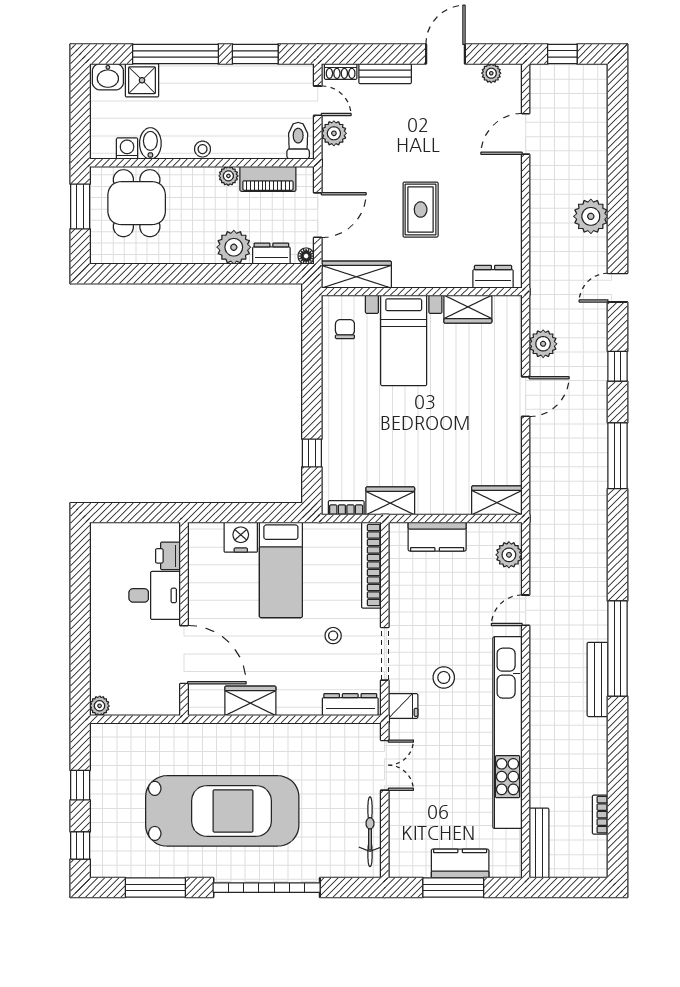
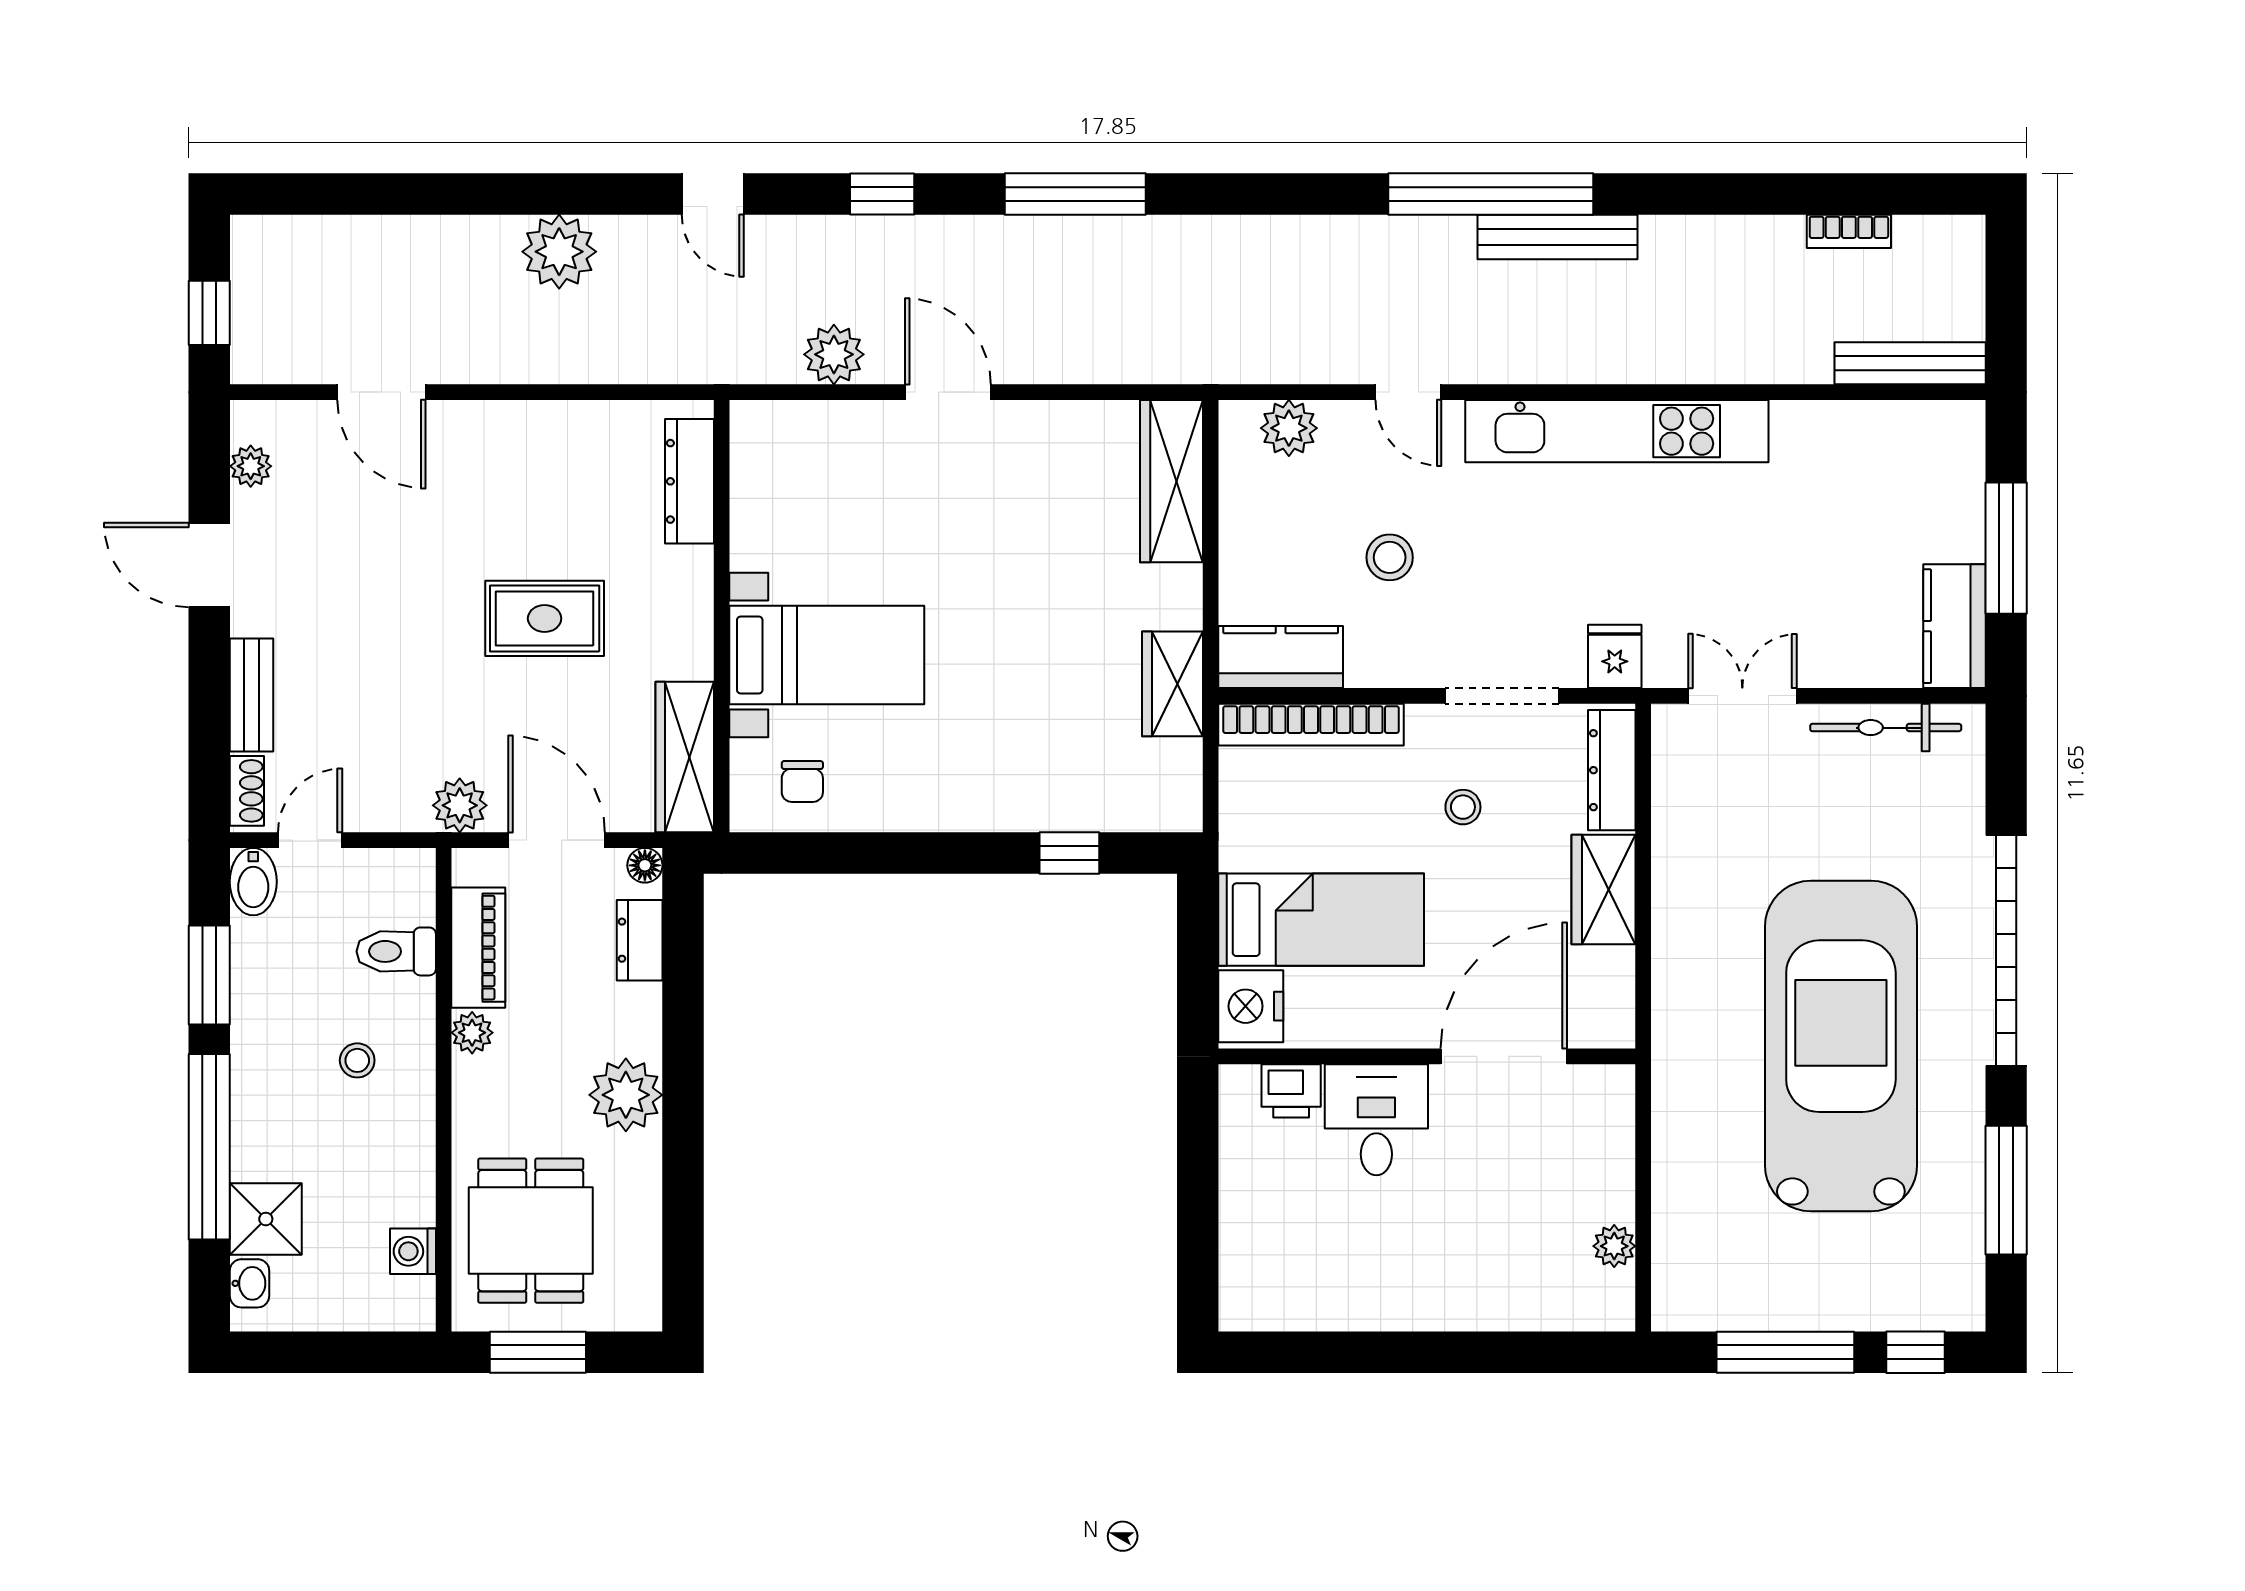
washbasin: (108, 77) -> (250, 1283), width x0.72, depth x0.69
plant: (334, 133) -> (460, 805), moved
toilet: (298, 141) -> (396, 951), moved
bidet: (150, 143) -> (253, 882), moved, turned -90
stool: (203, 149) -> (357, 1060), moved
dining table: (137, 203) -> (531, 1231), turned 90
plant: (234, 247) -> (626, 1095), moved
dresser: (493, 277) -> (689, 481), width x1.44
wardrobe: (468, 309) -> (759, 517), removed
chair: (345, 329) -> (802, 781), turned -90
wardrobe: (497, 500) -> (1172, 481), width x1.50
bookcase: (346, 508) -> (1188, 779), removed
kitchen counter: (437, 537) -> (1281, 657), moved, turned -90
printer: (168, 556) -> (1291, 1091), moved
desk: (155, 595) -> (1376, 1120), moved
wall: (184, 619) -> (1427, 1056), moved
door: (184, 655) -> (1504, 1056), moved
stool: (444, 677) -> (1390, 557), moved
wardrobe: (250, 701) -> (1604, 890), moved
plant: (100, 706) -> (1614, 1246), moved
kitchen unit: (507, 733) -> (1617, 431), width x0.73
window: (80, 785) -> (1785, 1352), width x2.17
kitchen counter: (460, 864) -> (1954, 626), moved

